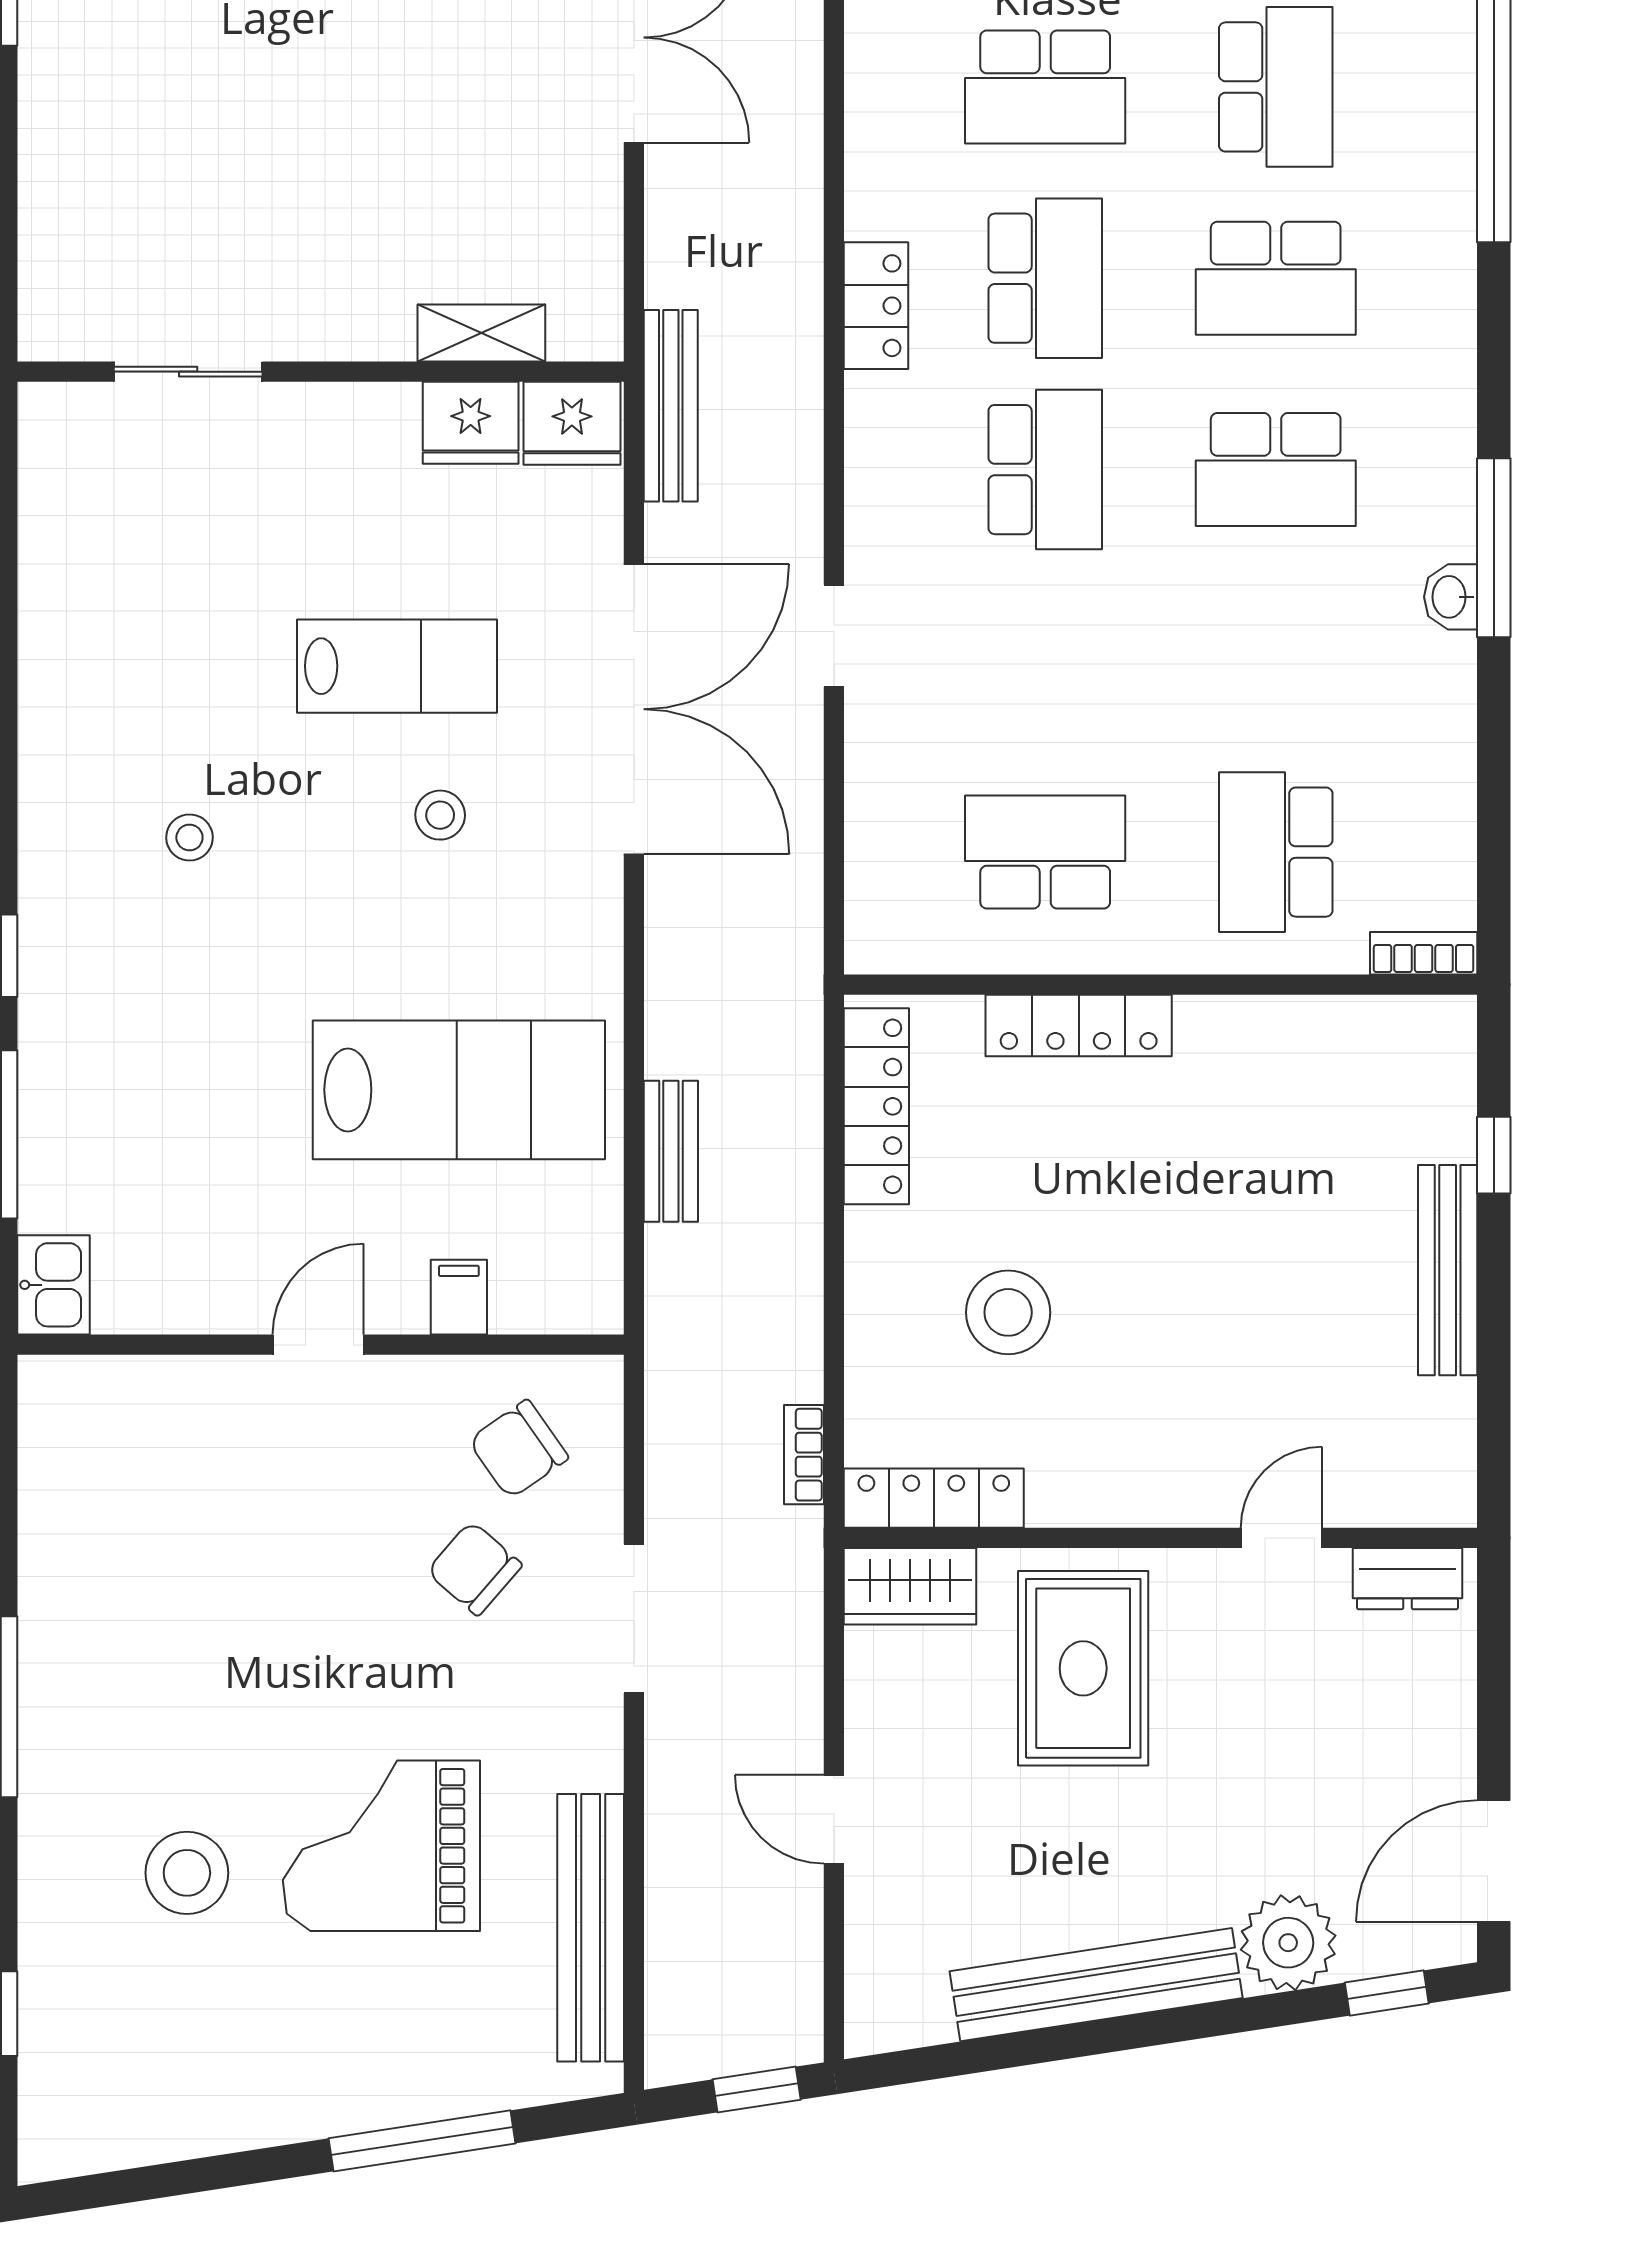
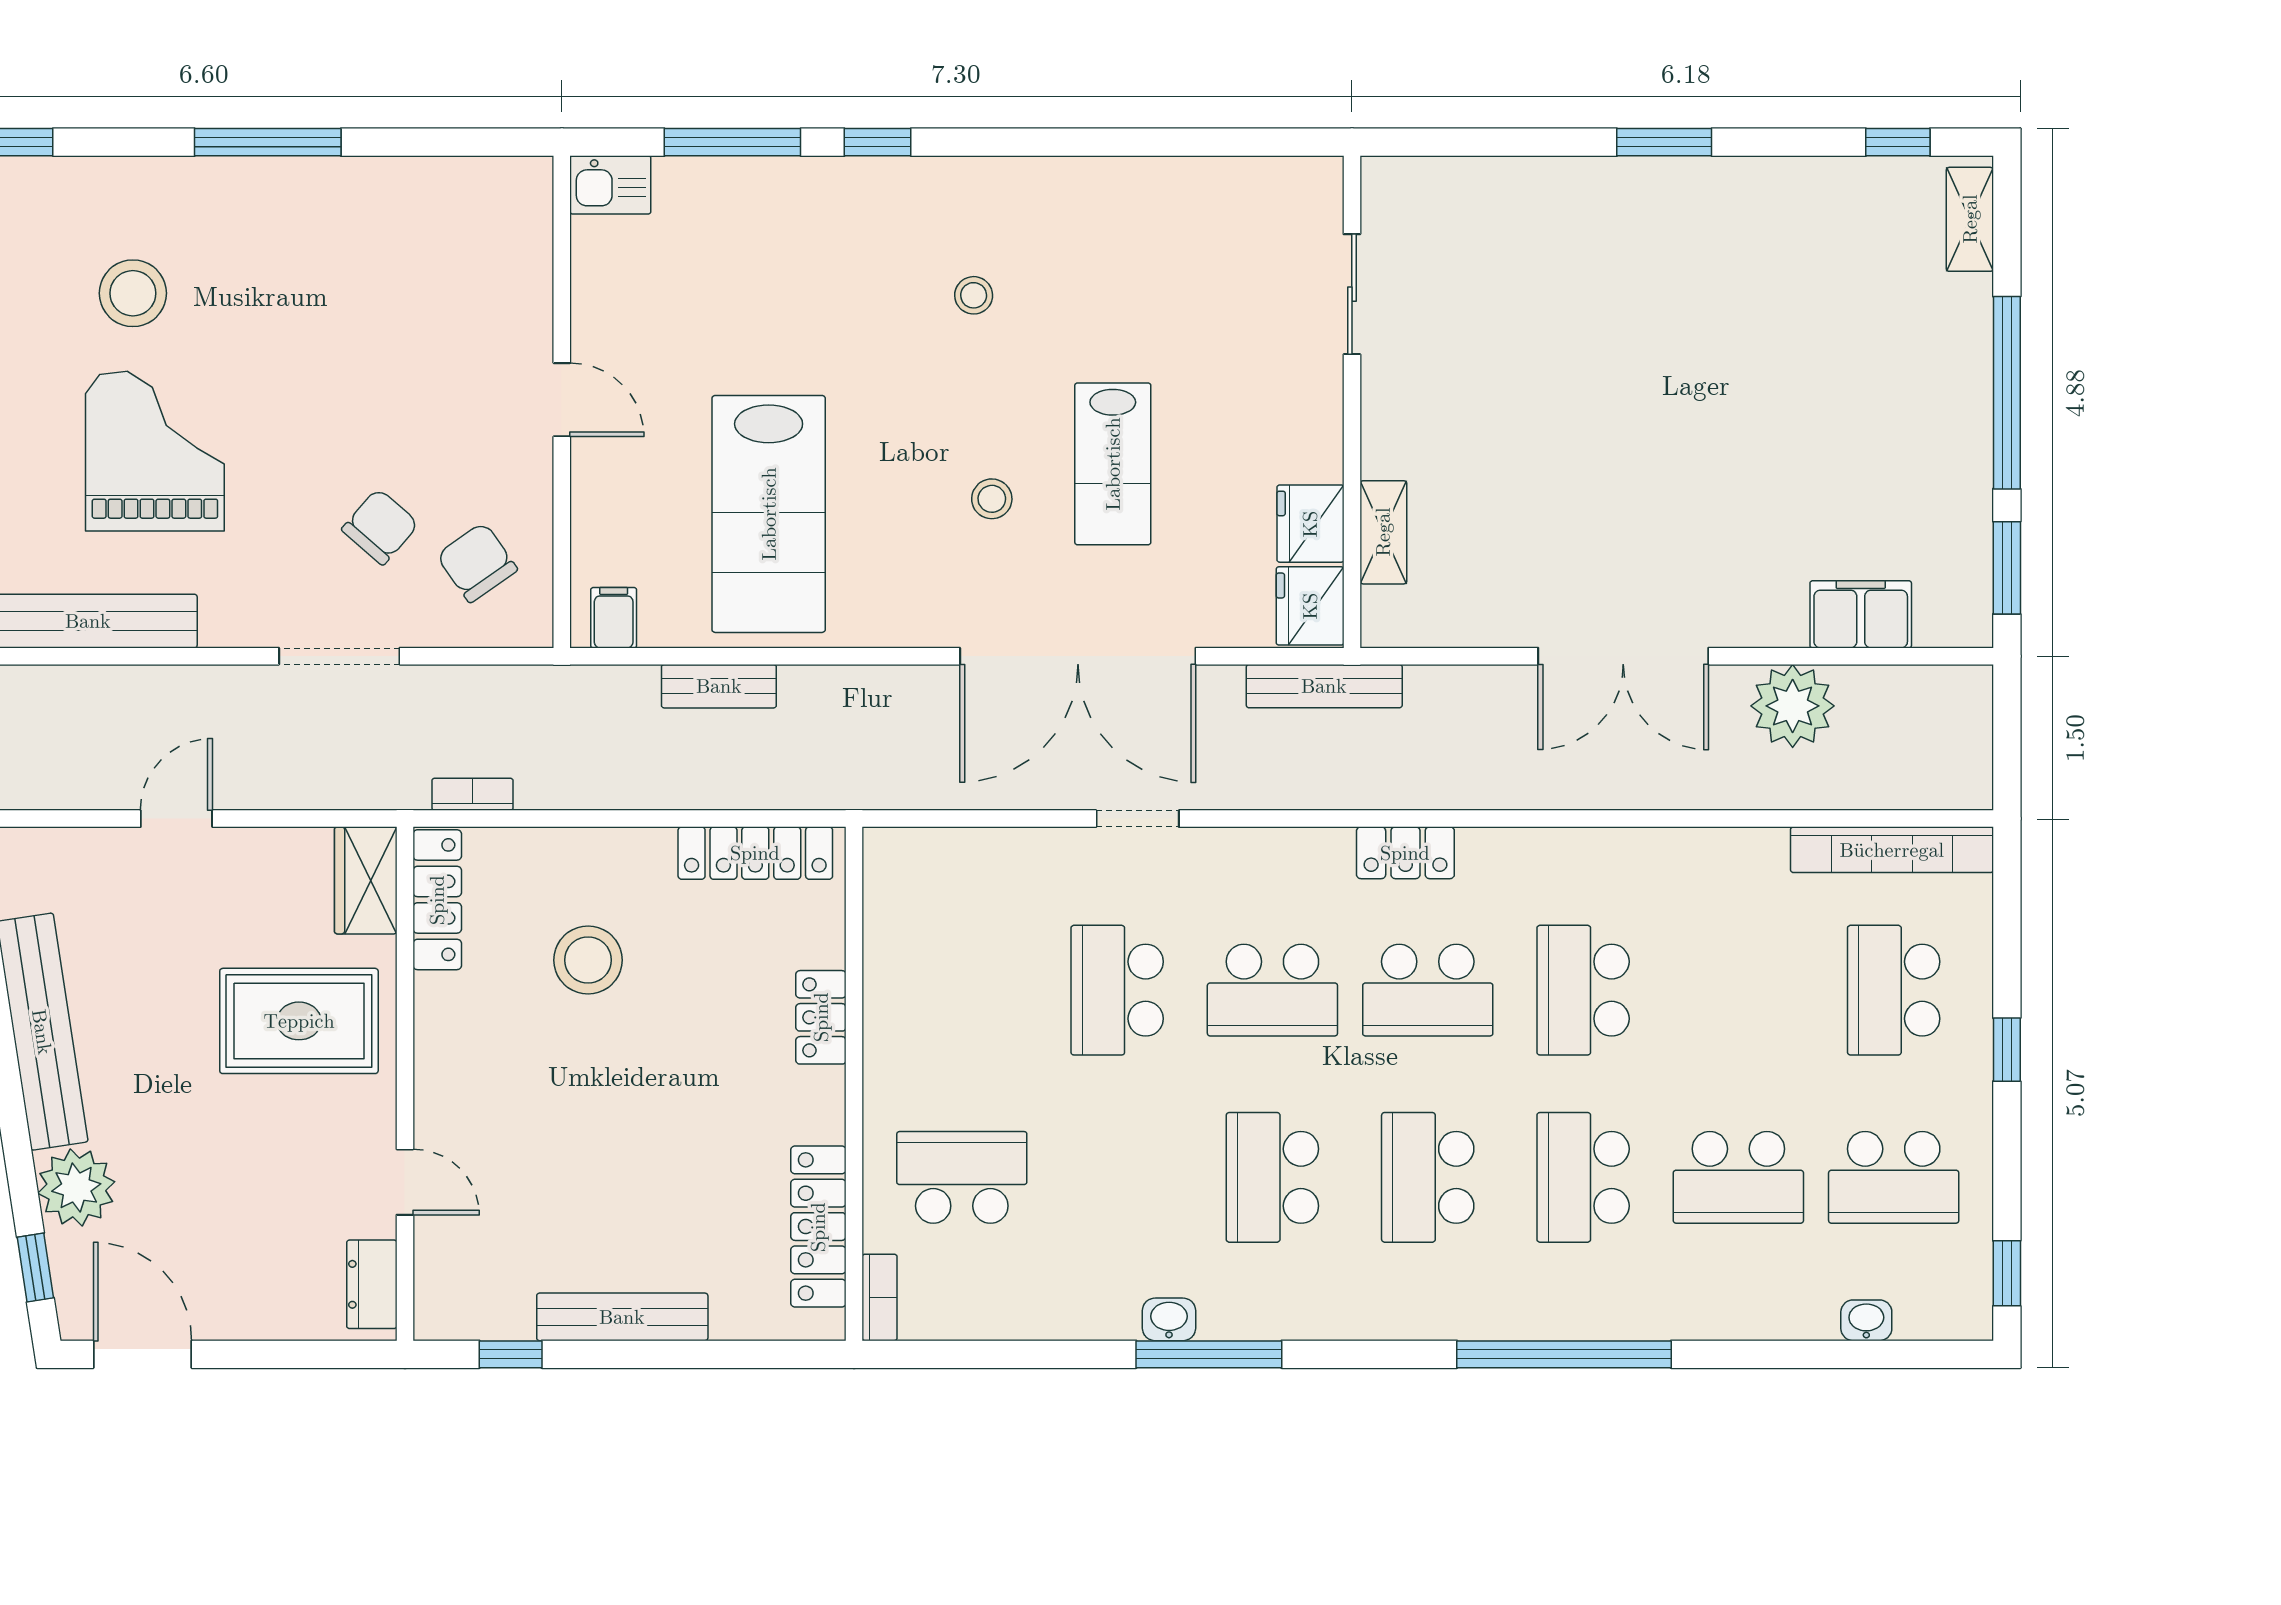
school desk: (1276, 87) -> (1583, 1177), turned 90
school desk: (1045, 852) -> (1117, 990), moved, turned 180
locker: (1079, 1025) -> (821, 1017), width x0.66
locker: (1336, 1029) -> (818, 1227), added
window: (1494, 1155) -> (511, 1354), moved
filing cabinet: (459, 1297) -> (614, 618), moved, turned -90

